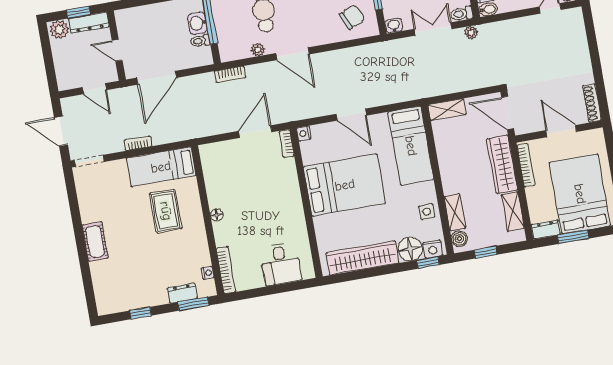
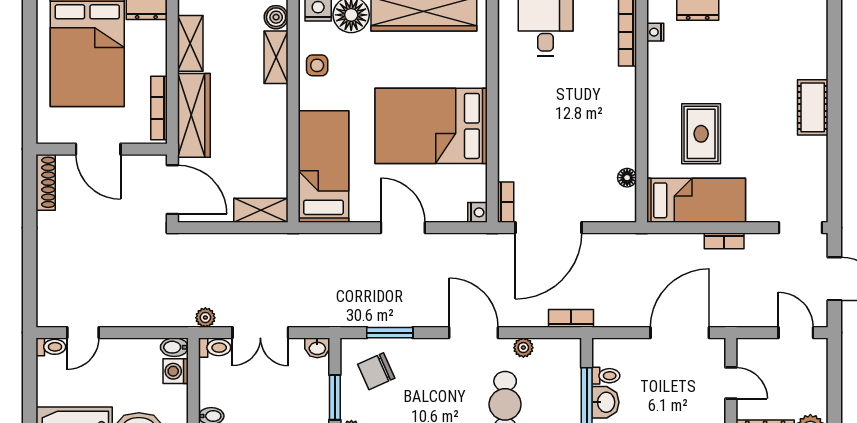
window: (348, 44) -> (390, 333), added
door: (95, 89) -> (796, 333), moved
door: (255, 132) -> (548, 228), width x1.36
floor lamp: (217, 215) -> (627, 178), moved

